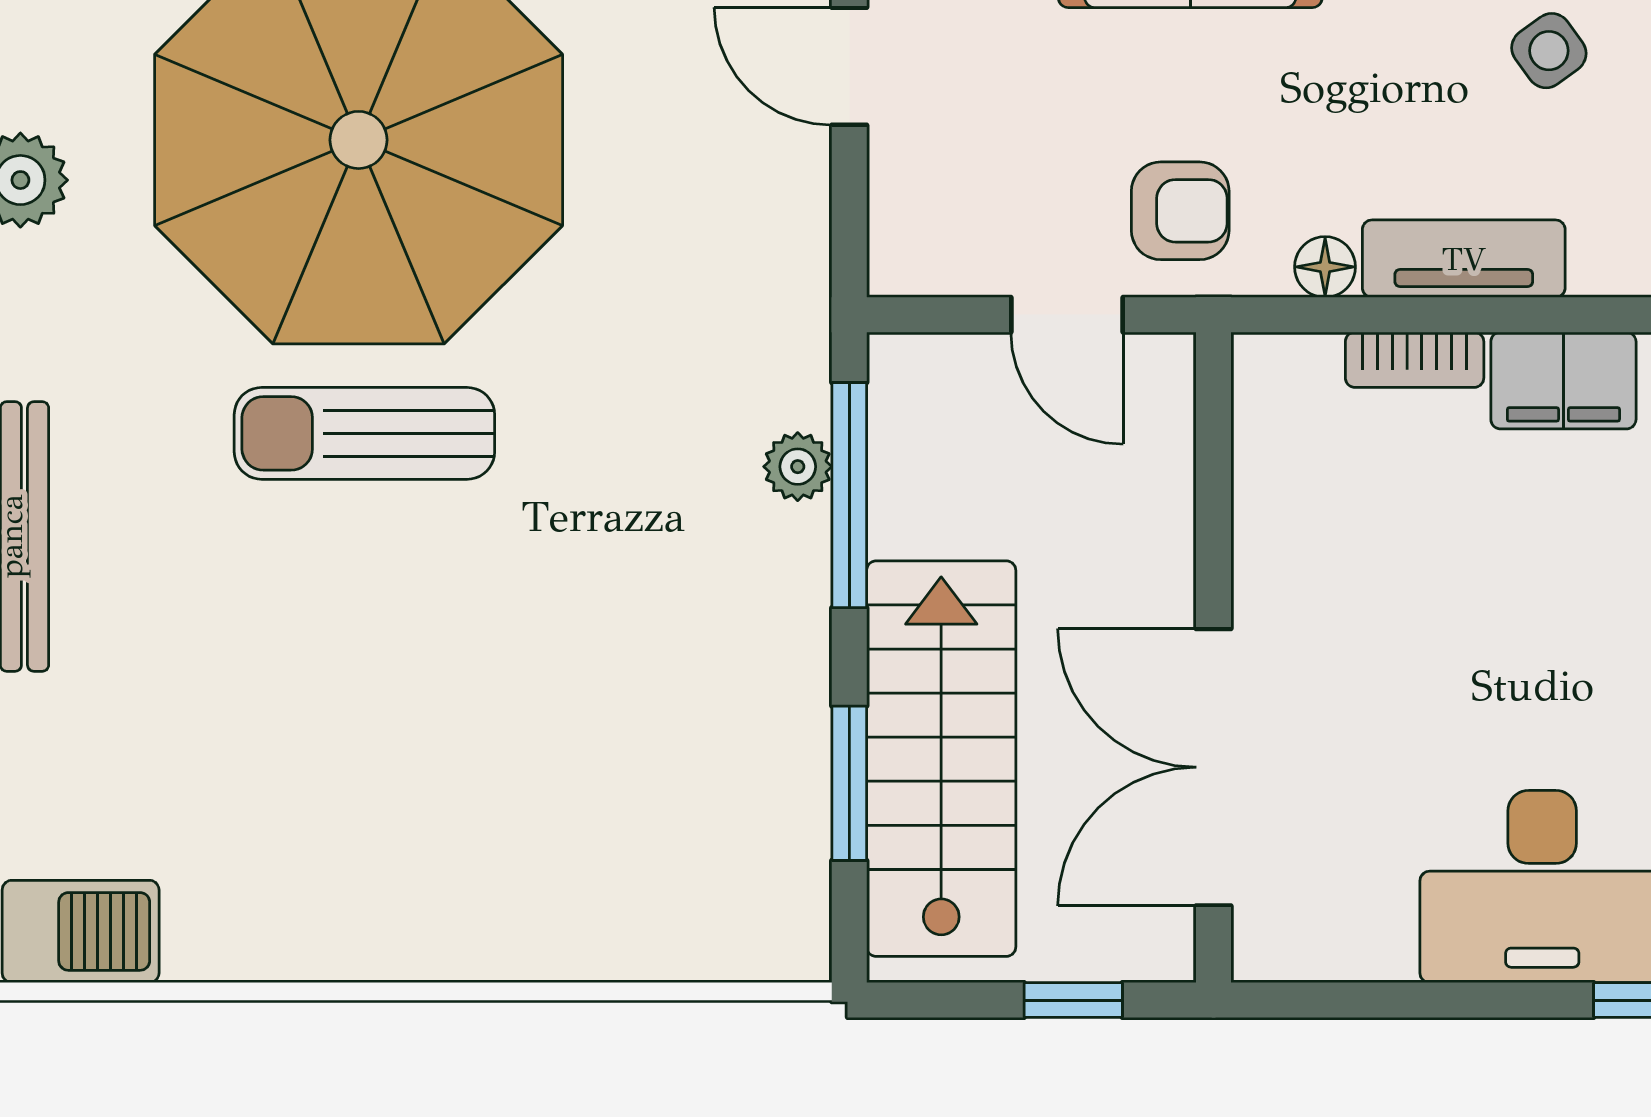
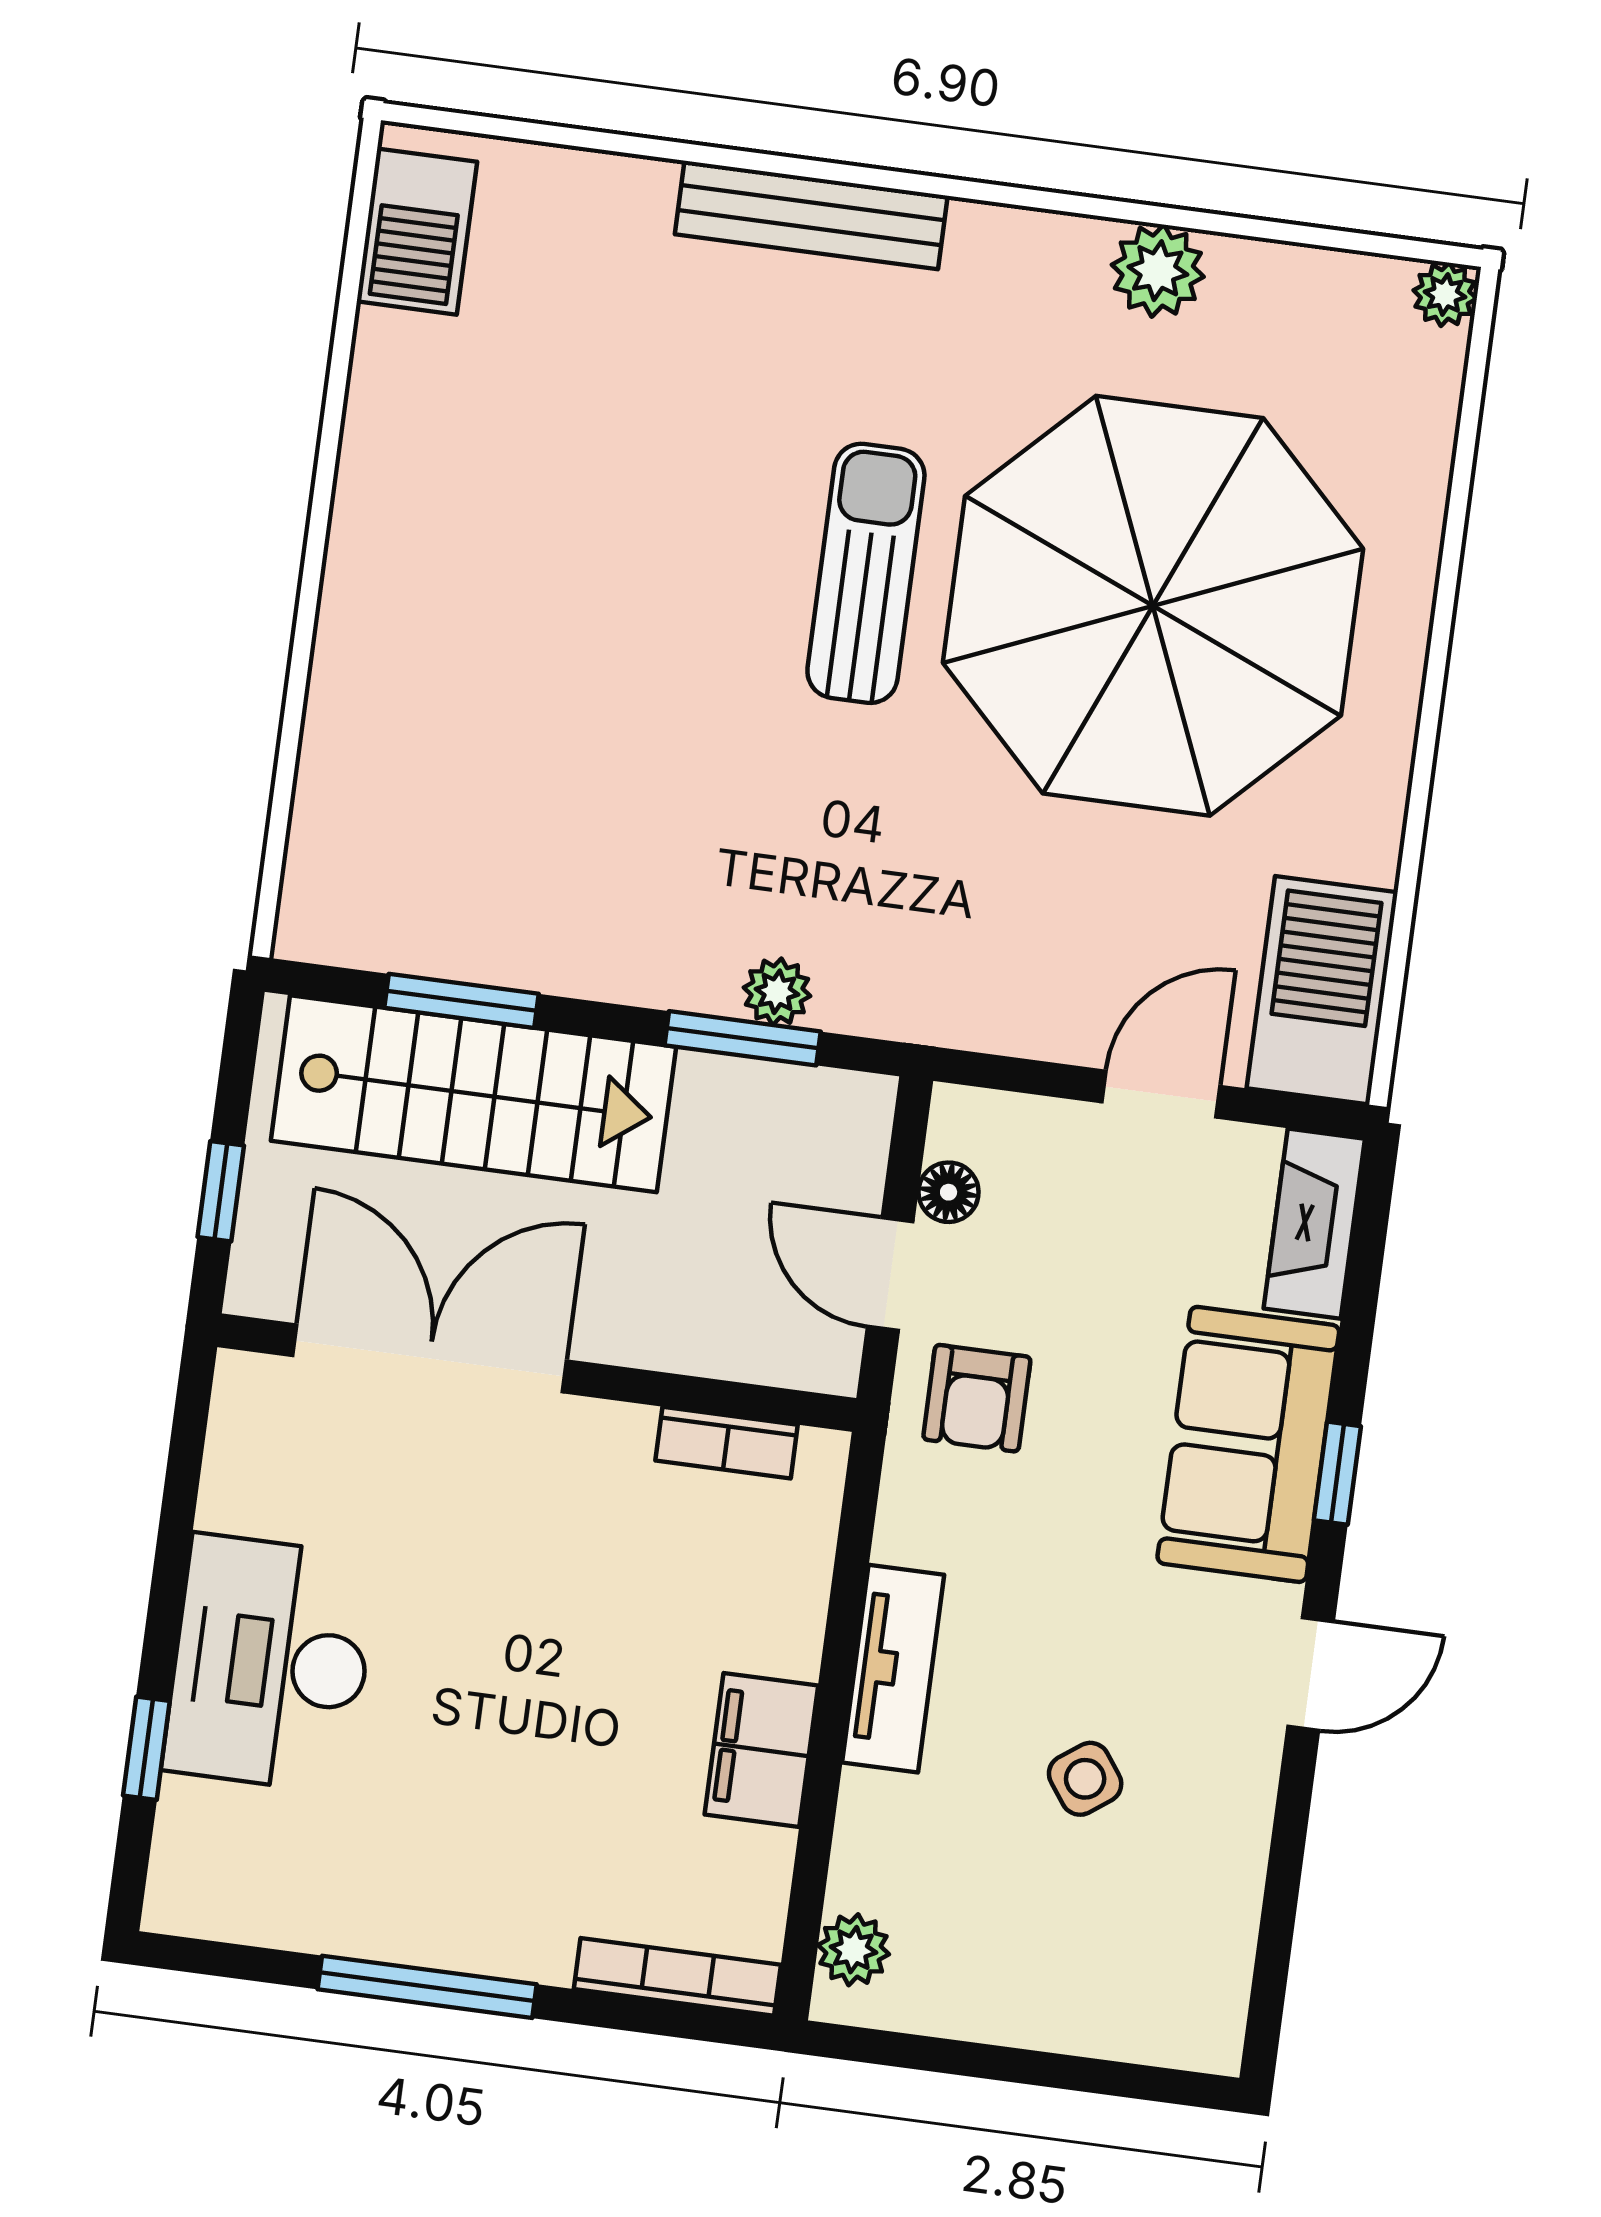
floor lamp: (1325, 267) -> (949, 1192), moved
door: (1067, 315) -> (890, 1274), hinge flipped
bookcase: (1415, 360) -> (727, 1443), moved, turned -90
window: (849, 495) -> (743, 1038), width x0.69

